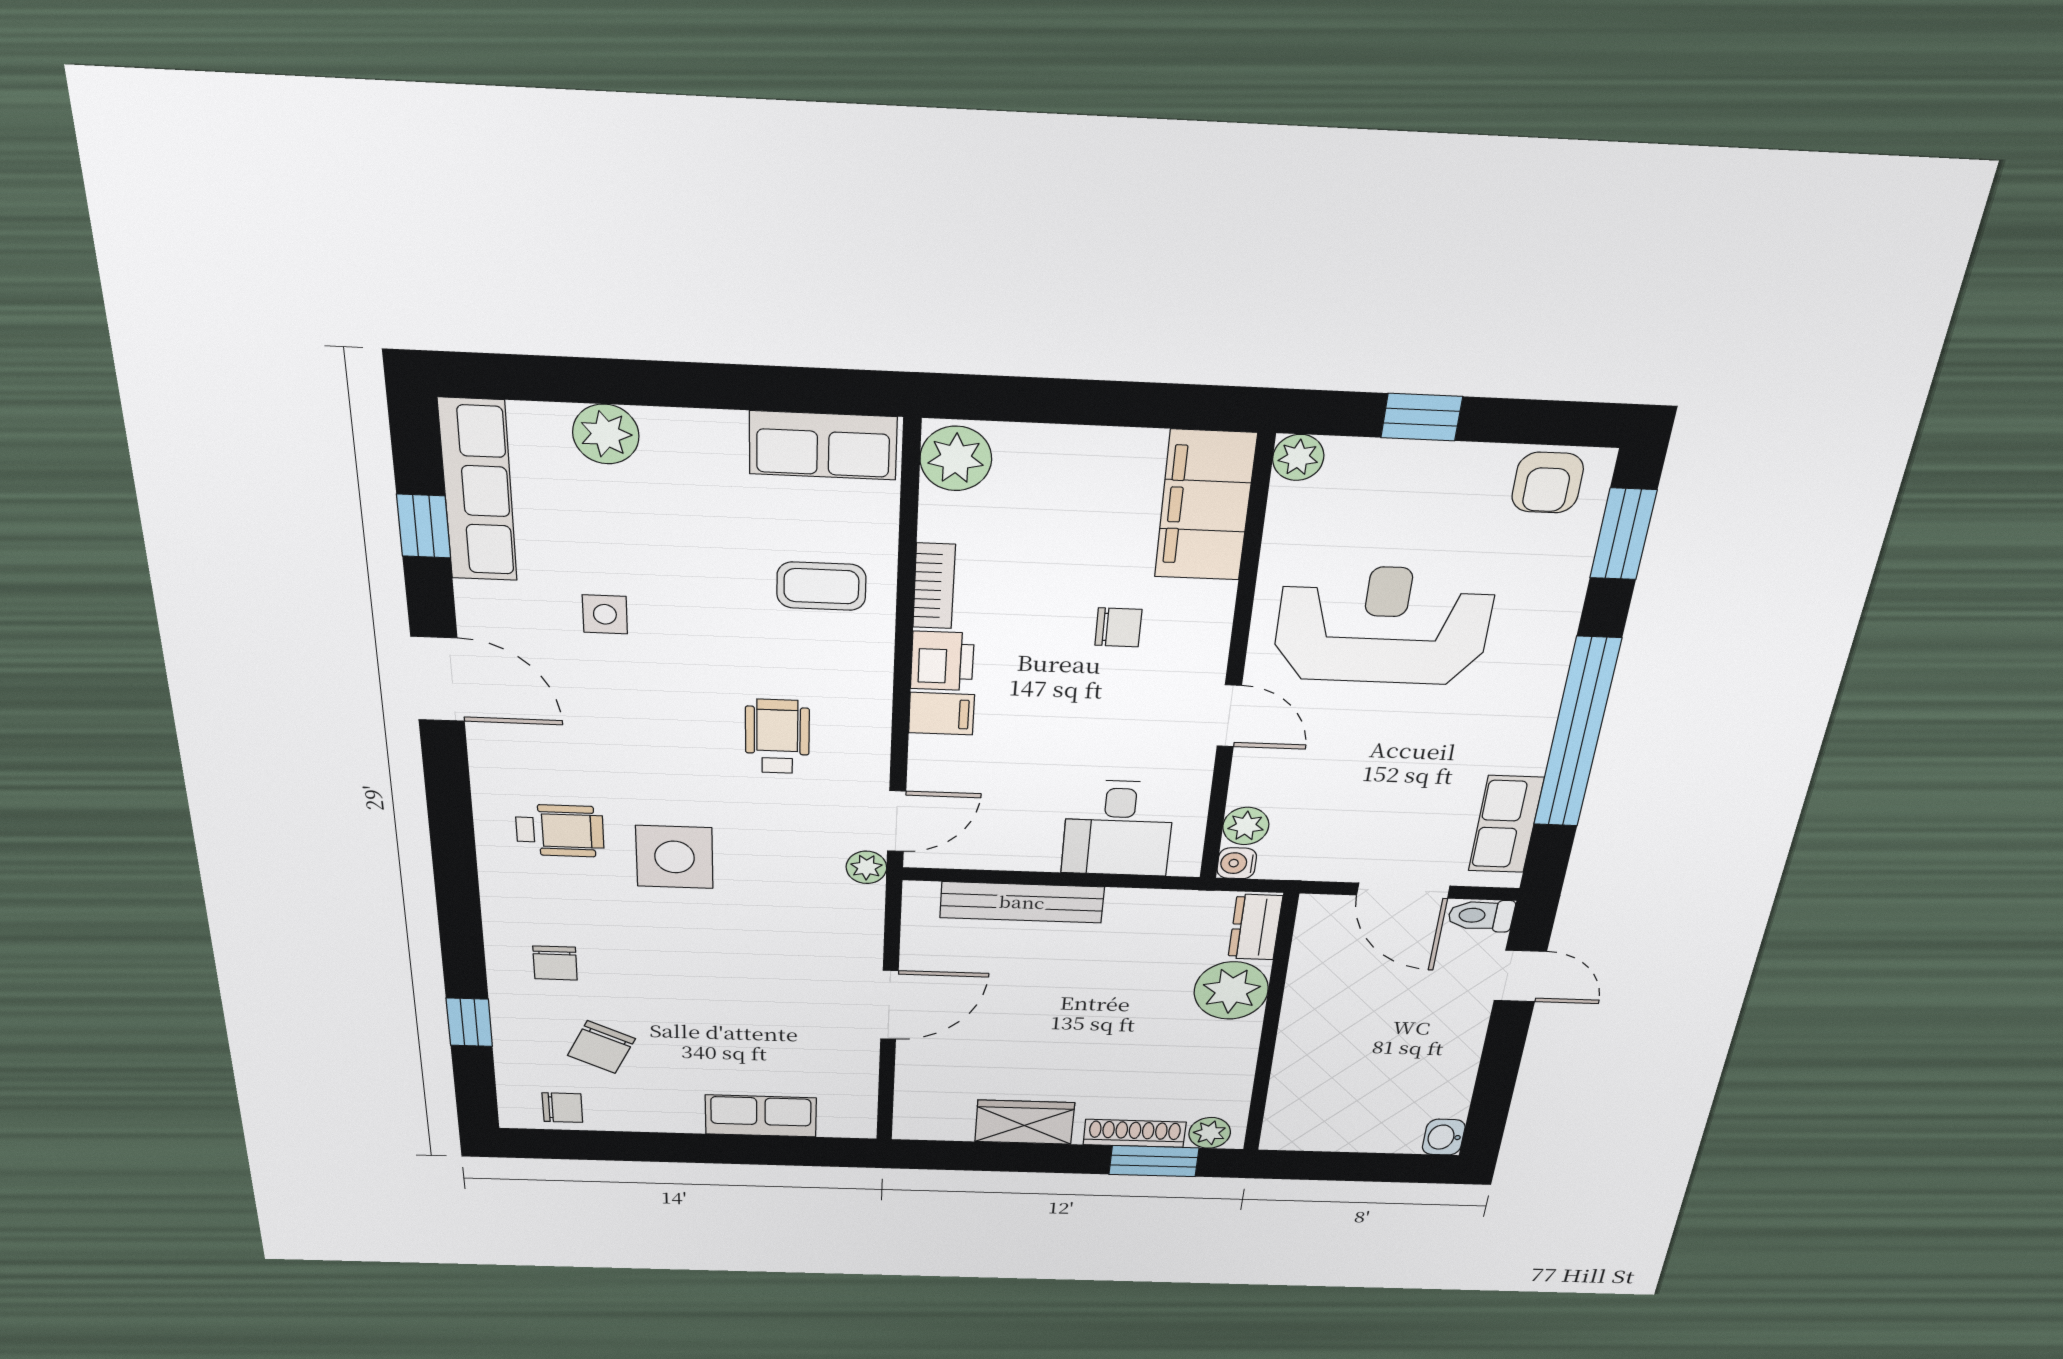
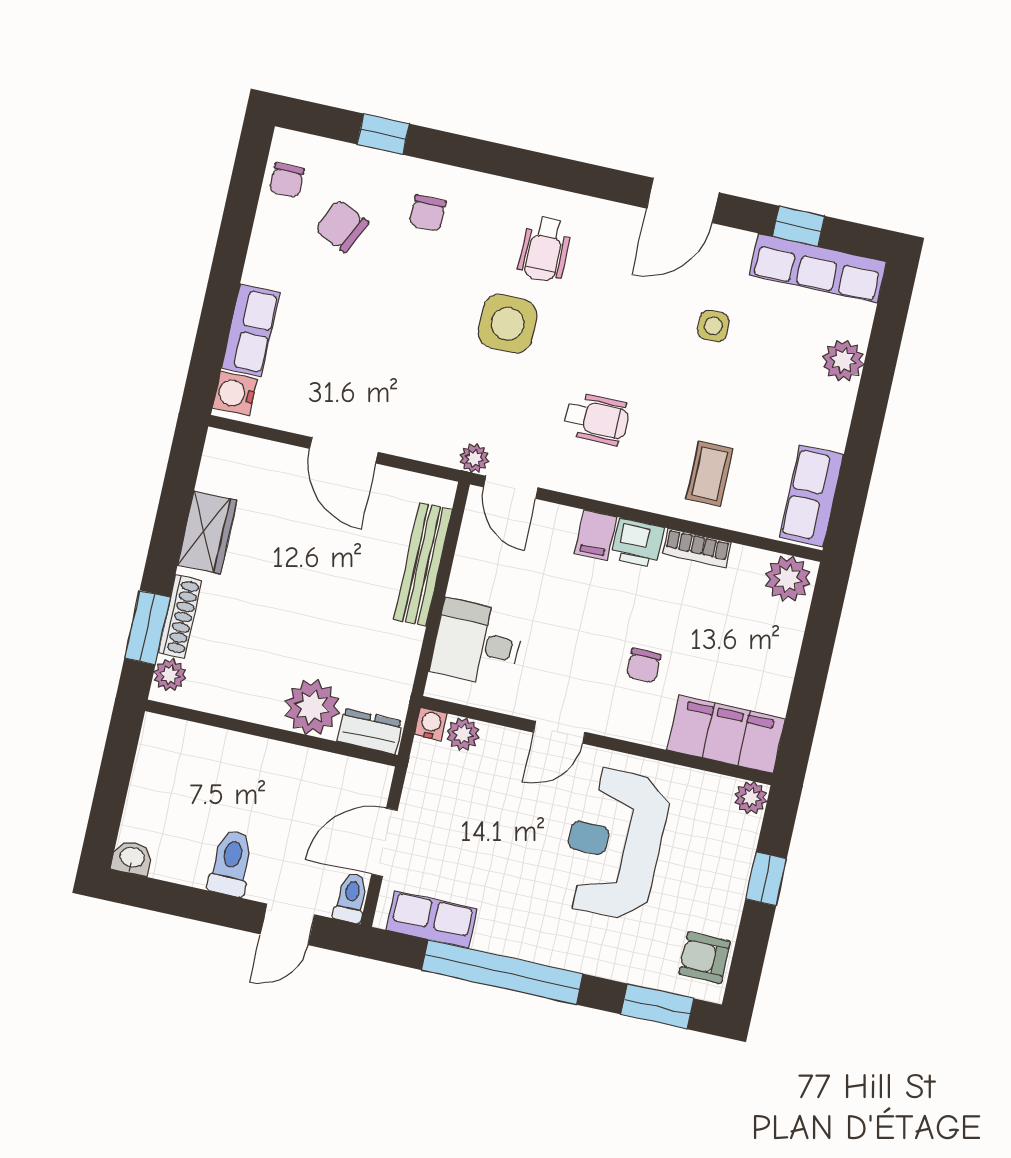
reception desk: (1383, 625) -> (614, 843), turned 180
chair: (555, 963) -> (428, 213), turned -90
toilet: (1443, 1043) -> (231, 863), added
water cooler: (844, 1120) -> (235, 393), added

